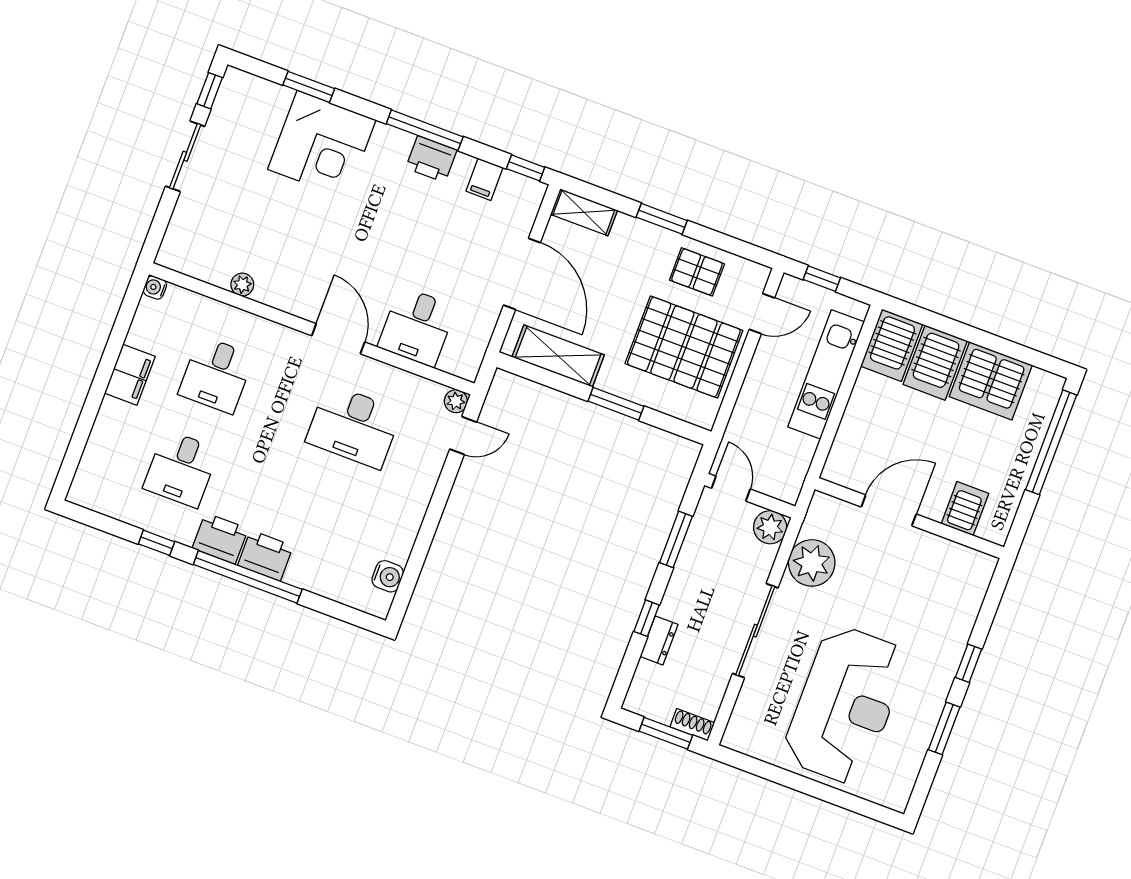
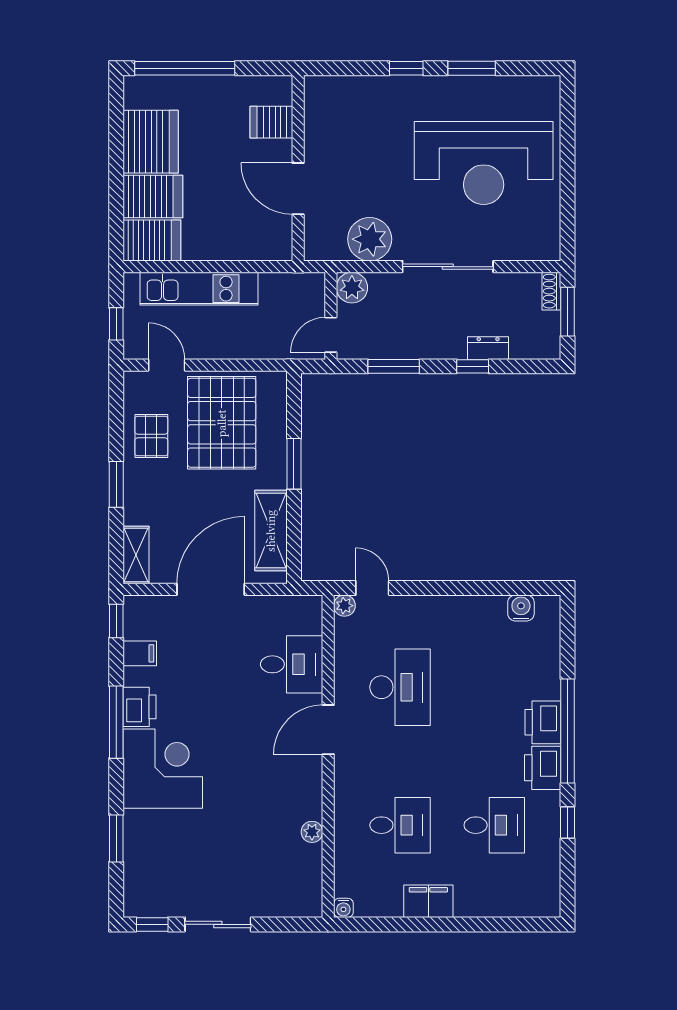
corner desk: (322, 145) -> (163, 769), moved
reception desk: (845, 705) -> (484, 163), turned 180

